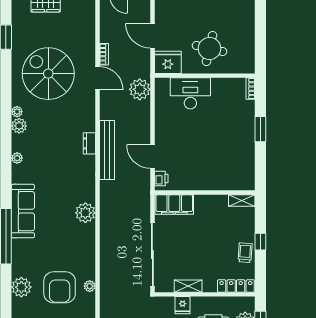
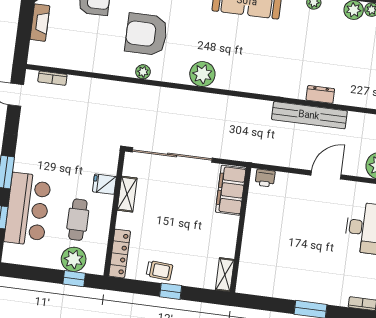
door: (152, 157) -> (326, 175), moved
plant: (85, 213) -> (202, 74), moved

